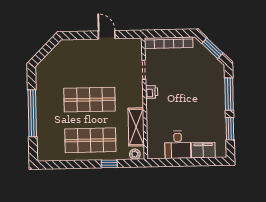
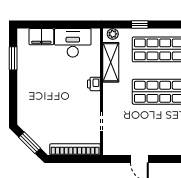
printer: (152, 92) -> (94, 84), moved
window: (229, 94) -> (13, 94), removed
desk: (178, 145) -> (73, 43), width x1.37

